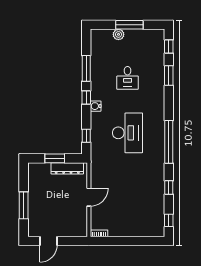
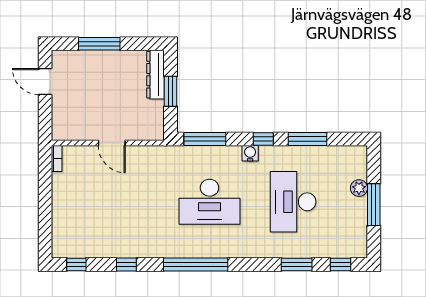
desk: (128, 78) -> (293, 202), width x1.87, depth x1.30
window: (86, 136) -> (205, 139), width x2.17
dresser: (67, 168) -> (155, 75), moved

